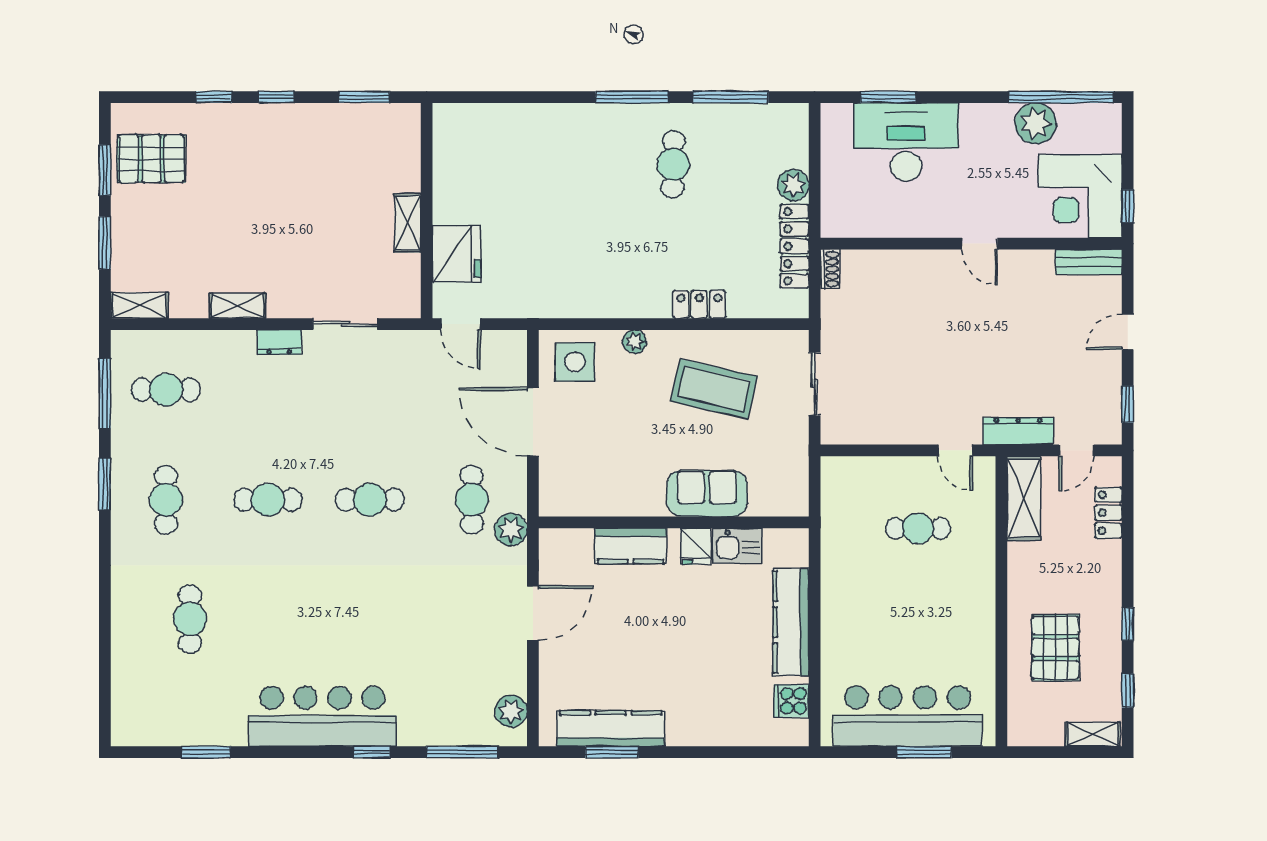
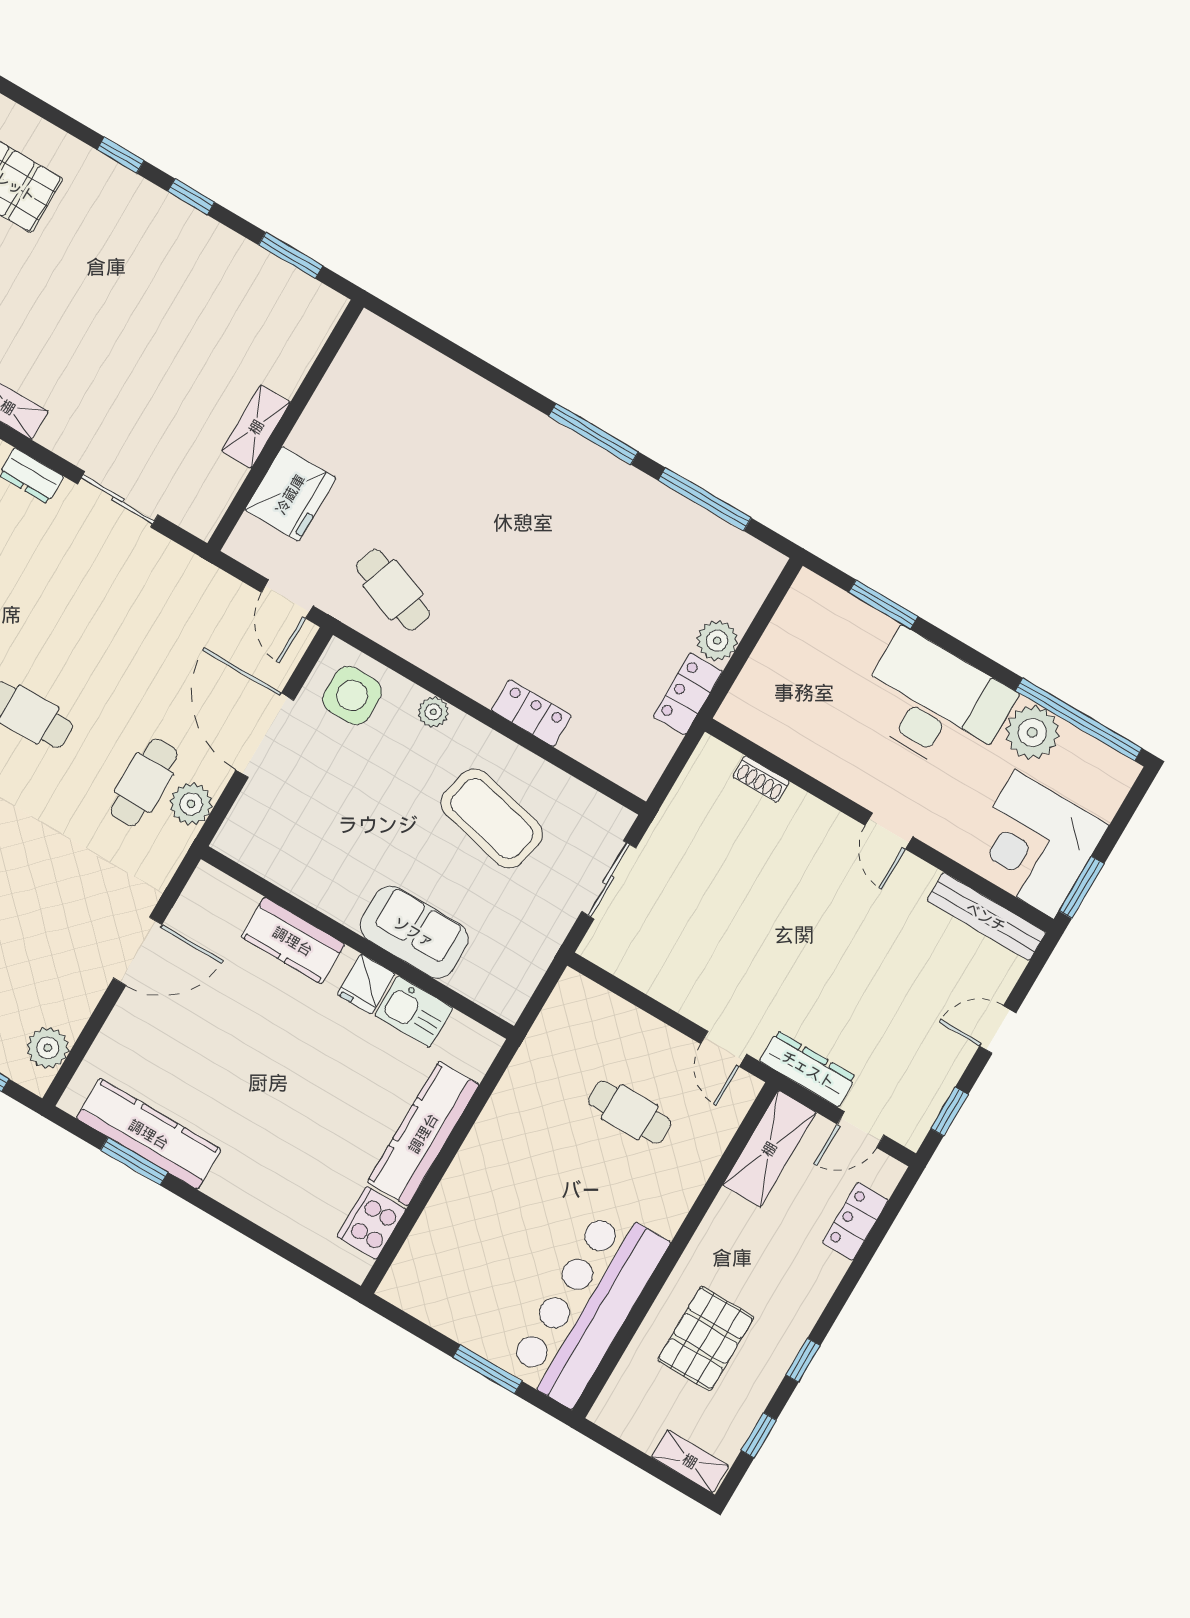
desk: (906, 142) -> (935, 703), moved
cafe table: (673, 164) -> (393, 590), moved, turned -72
window: (1128, 206) -> (1081, 887), width x1.50
locker: (794, 246) -> (688, 694), width x0.66
bench: (1089, 262) -> (986, 917), width x1.36
shoe rack: (830, 269) -> (761, 779), moved, turned 90
door: (461, 324) -> (287, 599), moved
plant: (511, 529) -> (191, 804), moved
cooker: (791, 701) -> (371, 1223), width x1.36
bar counter: (908, 716) -> (587, 1306), moved, turned -90

